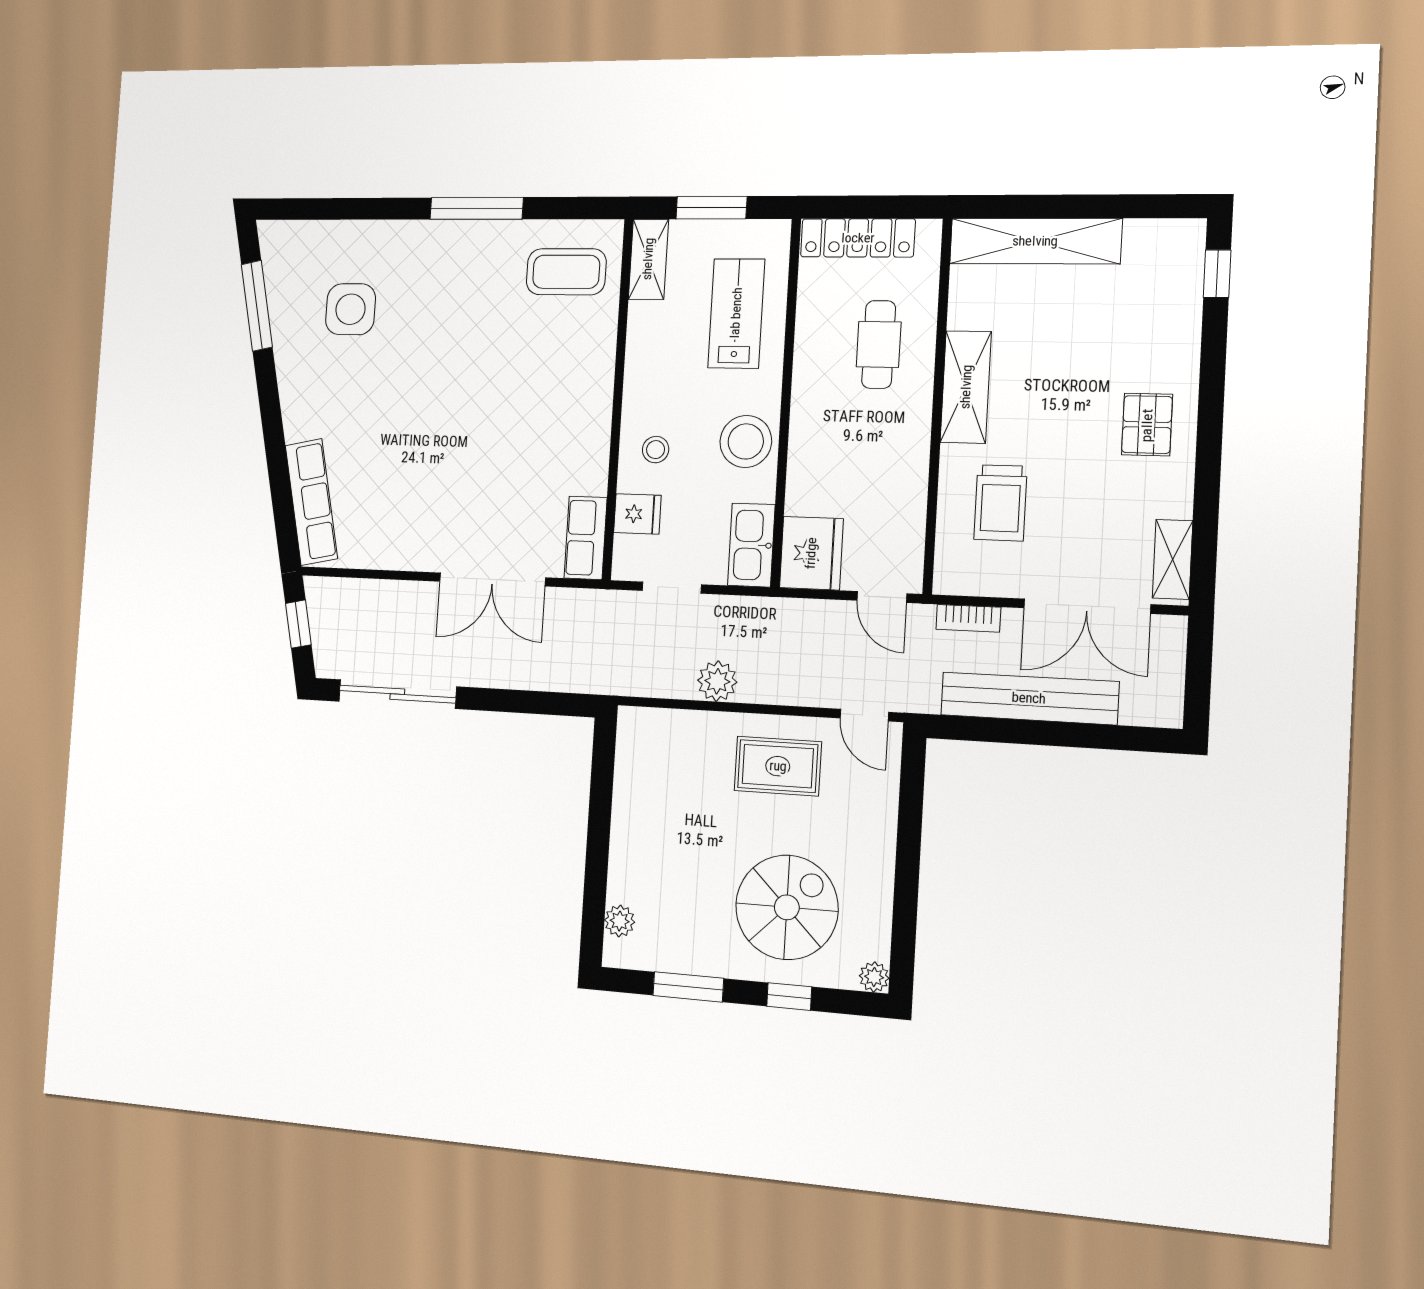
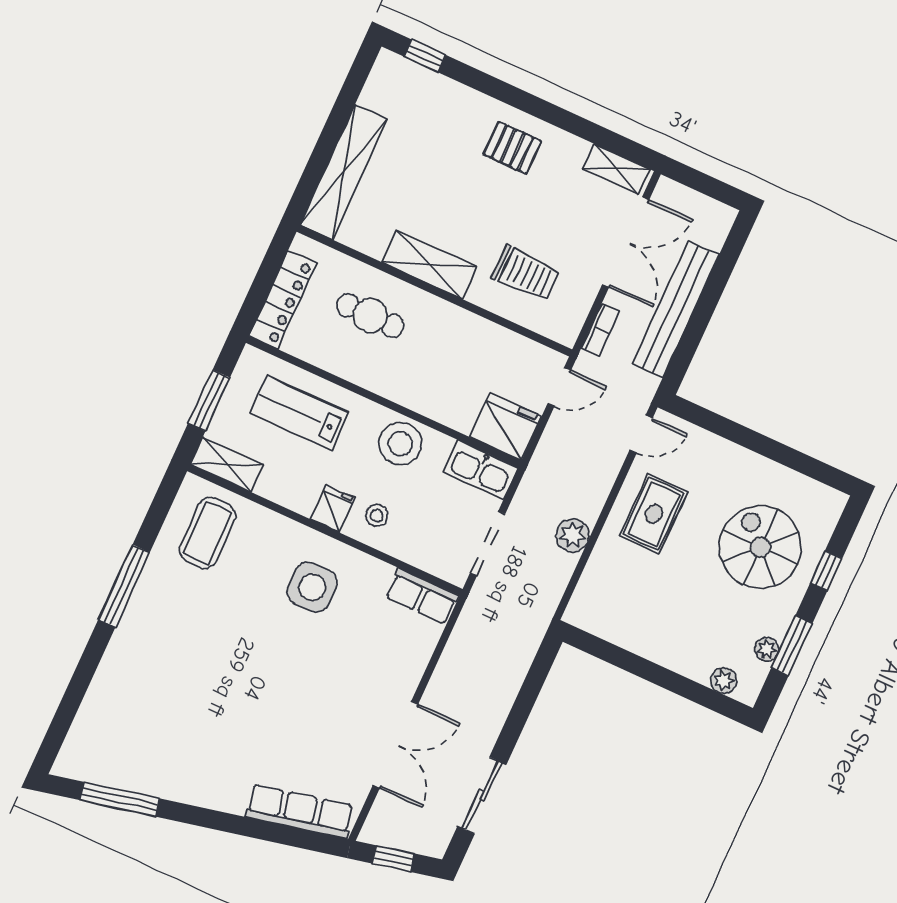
side table: (351, 309) -> (312, 587), moved
fridge: (637, 514) -> (333, 509), moved
double door: (492, 580) -> (396, 745), moved
doorway: (672, 588) -> (488, 543), width x1.38
sliding door: (397, 694) -> (482, 795), width x0.73
plant: (874, 977) -> (767, 649), moved

